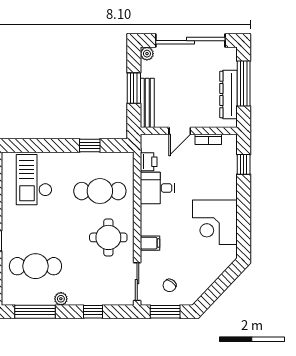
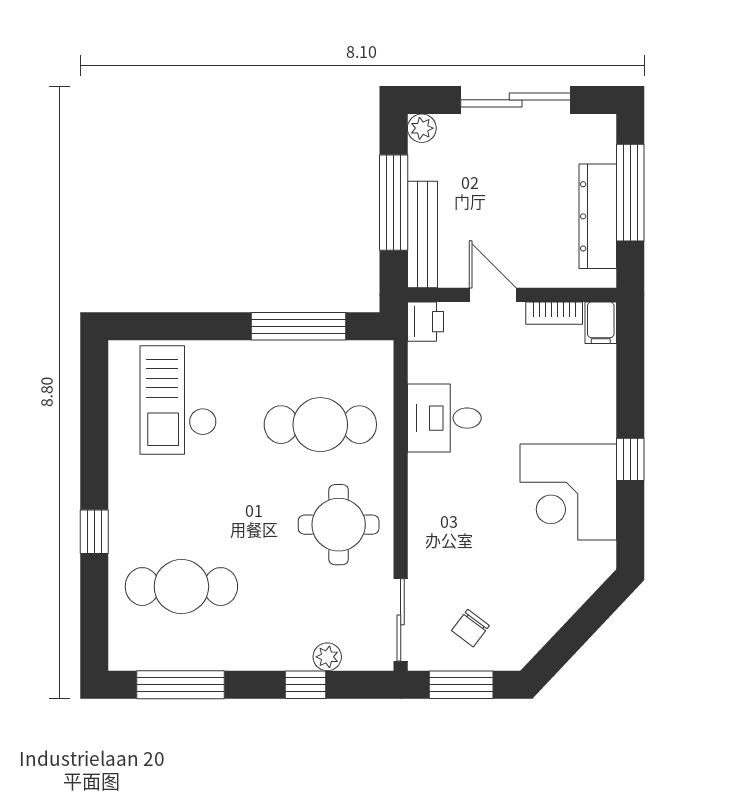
sliding door: (190, 41) -> (516, 100), width x0.73
window: (134, 88) -> (394, 203), width x1.44
door: (180, 131) -> (493, 295), swing flipped
window: (90, 145) -> (299, 326), width x2.17
printer: (149, 162) -> (425, 322), moved
window: (244, 164) -> (630, 459), moved
filing cabinet: (150, 243) -> (601, 323), moved, turned 90
plant: (61, 299) -> (327, 657), moved

